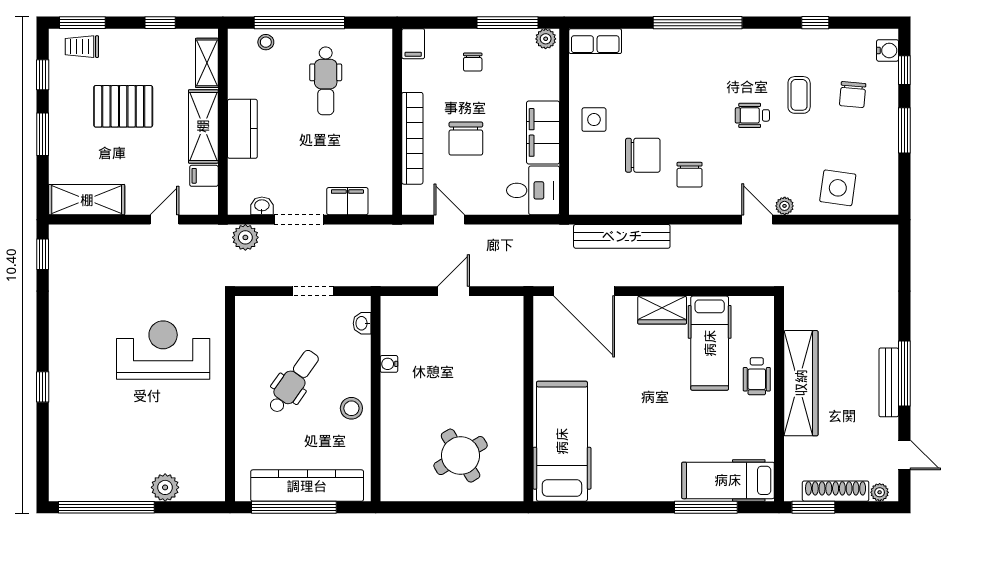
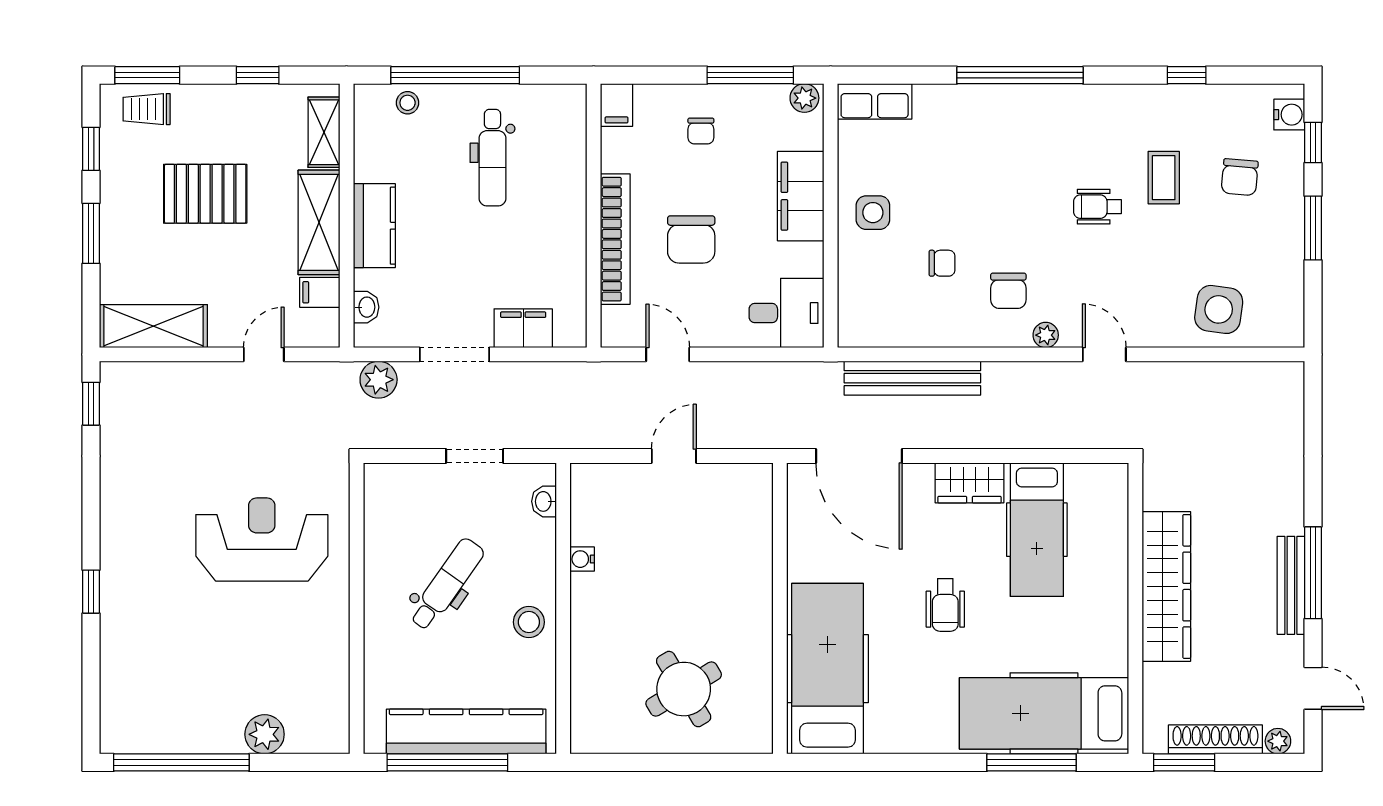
filing cabinet: (543, 132) -> (801, 196), moved
chair: (643, 155) -> (942, 263), width x0.54, depth x0.54
washbasin: (262, 206) -> (366, 307), moved, turned 90
plant: (785, 206) -> (1046, 335), moved
wheelchair: (757, 376) -> (945, 605), moved
hospital bed: (728, 480) -> (1044, 713), width x1.37, depth x1.29

